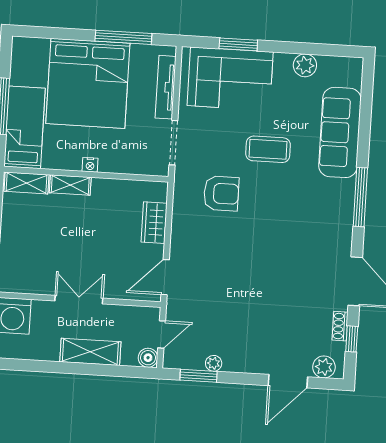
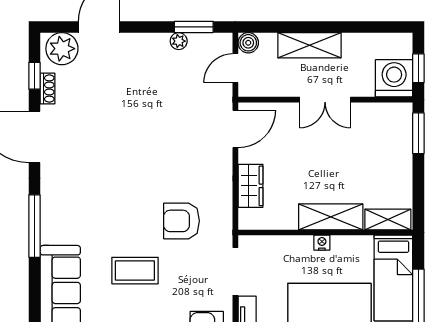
shelving: (70, 185) -> (331, 217), width x1.50, depth x1.33
plant: (324, 367) -> (62, 49), width x1.36, depth x1.36

